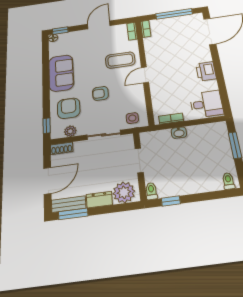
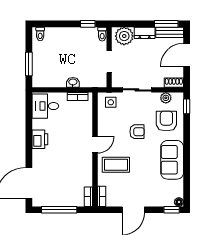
armchair: (69, 108) -> (166, 121), turned 180

